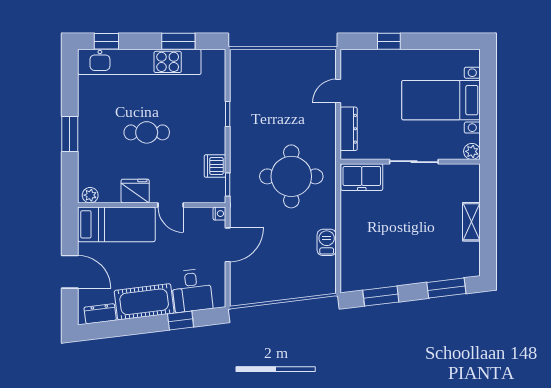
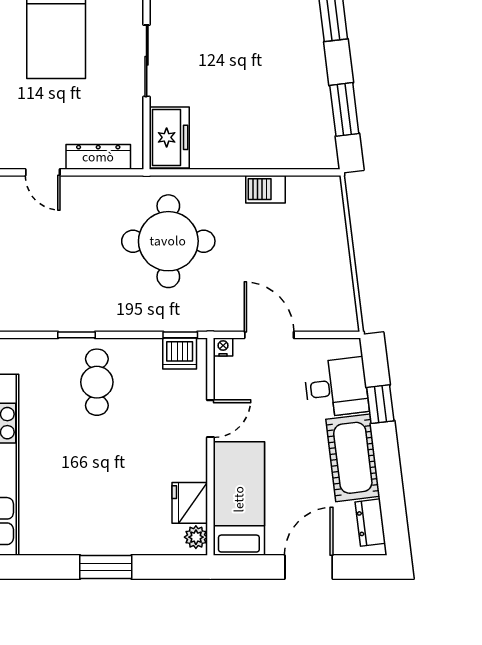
cafe table: (147, 132) -> (97, 382), moved
dishwasher: (215, 166) -> (180, 353), moved
fridge: (135, 191) -> (190, 503), moved

